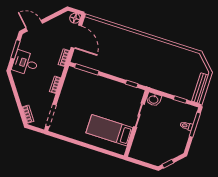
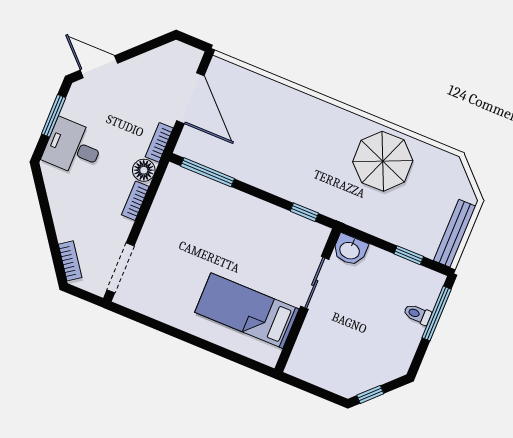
floor lamp: (75, 18) -> (144, 170), moved
parasol: (165, 58) -> (383, 161), added

